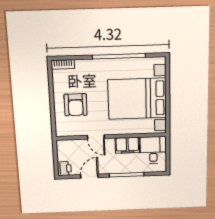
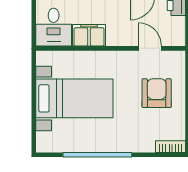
bed with nightstands: (137, 99) -> (74, 98), width x0.73
door: (96, 137) -> (150, 48), moved

